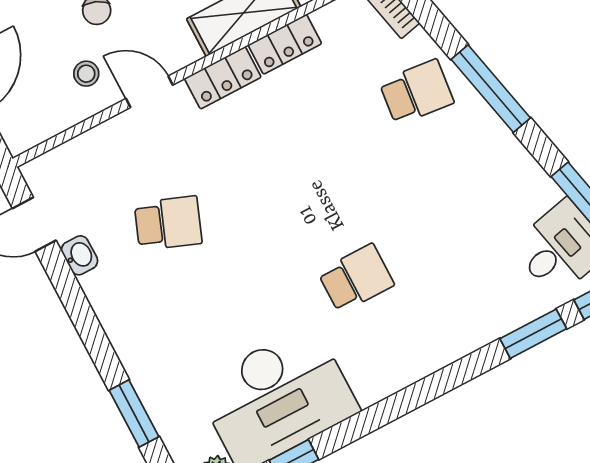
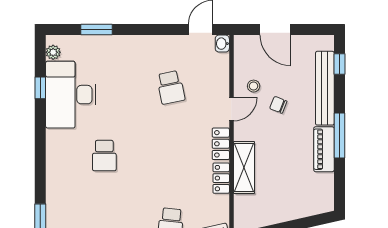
school desk: (168, 223) -> (171, 87), turned -33
washbasin: (79, 255) -> (222, 44), moved, turned 90

